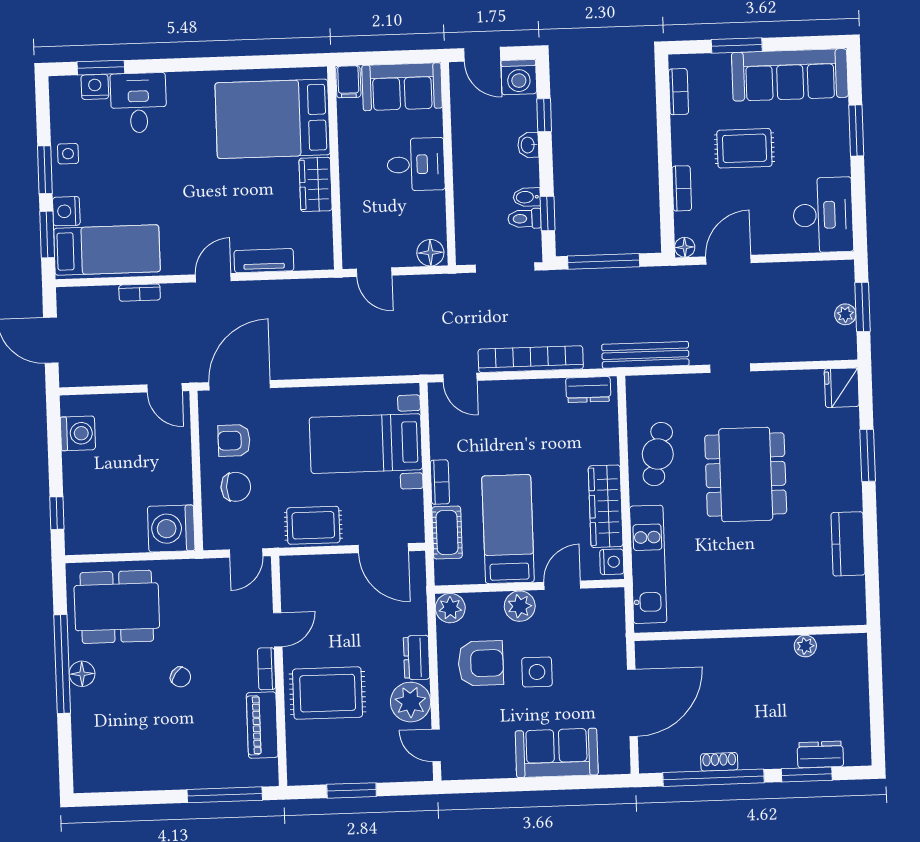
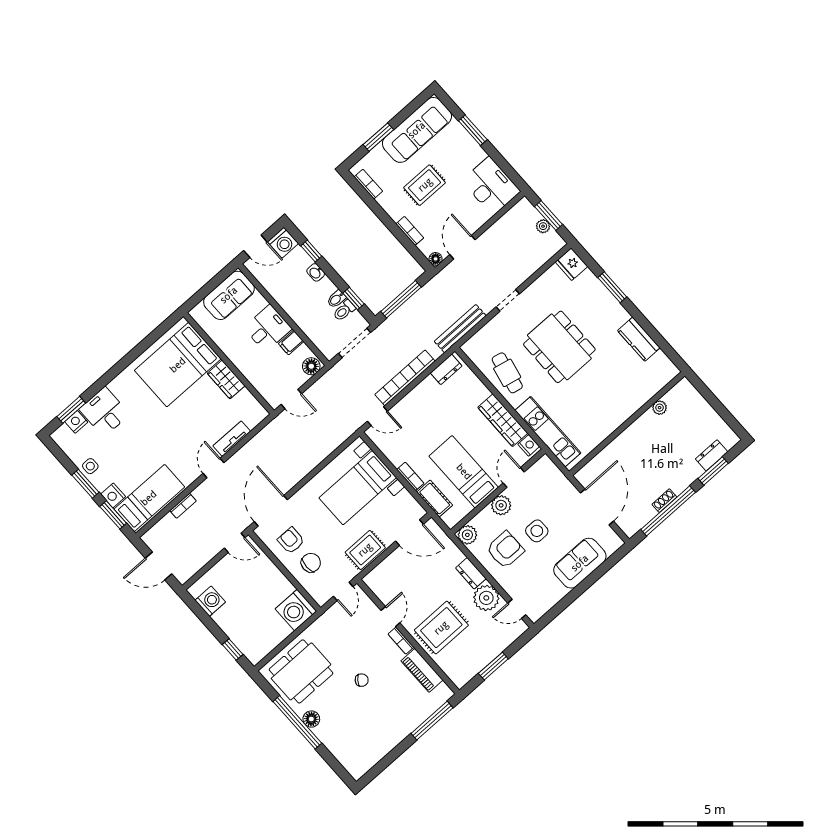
filing cabinet: (348, 82) -> (291, 343), moved, turned 90
armchair: (234, 441) -> (291, 540), turned 90

